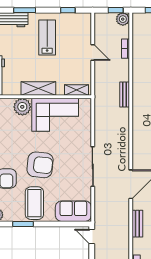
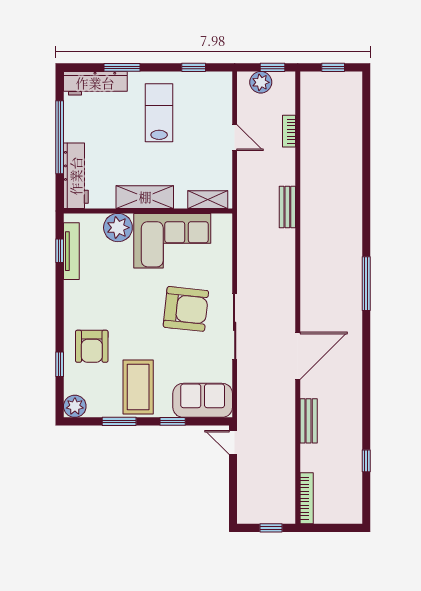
plant: (123, 19) -> (261, 82), moved
armchair: (40, 165) -> (186, 309), moved
window: (55, 224) -> (173, 421), added

